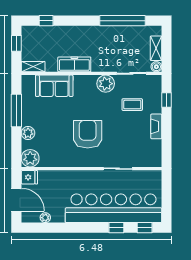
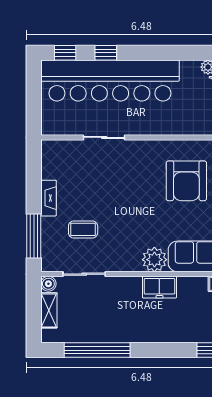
freezer: (74, 64) -> (159, 287), width x0.71
plant: (106, 84) -> (154, 260), moved
window: (167, 100) -> (34, 236), width x2.17
armchair: (88, 134) -> (186, 181), moved

